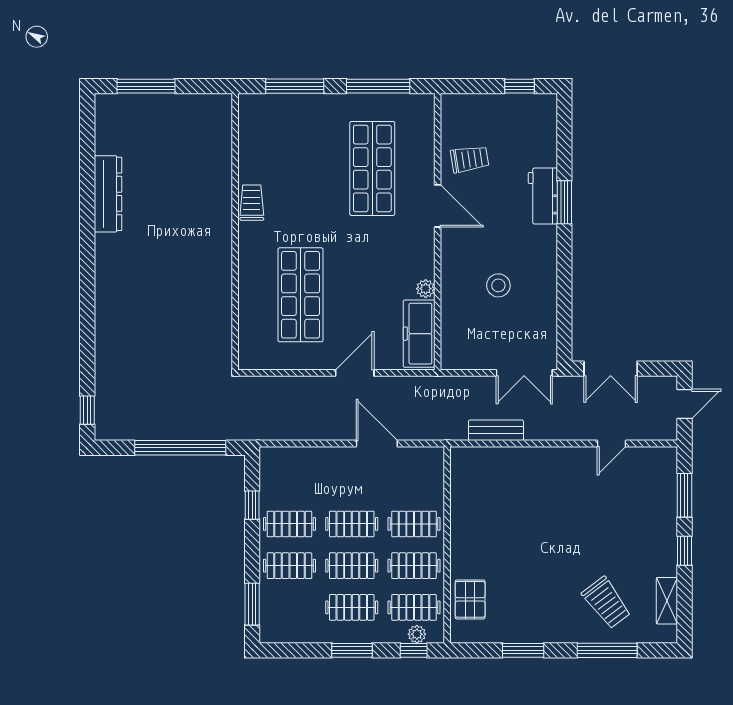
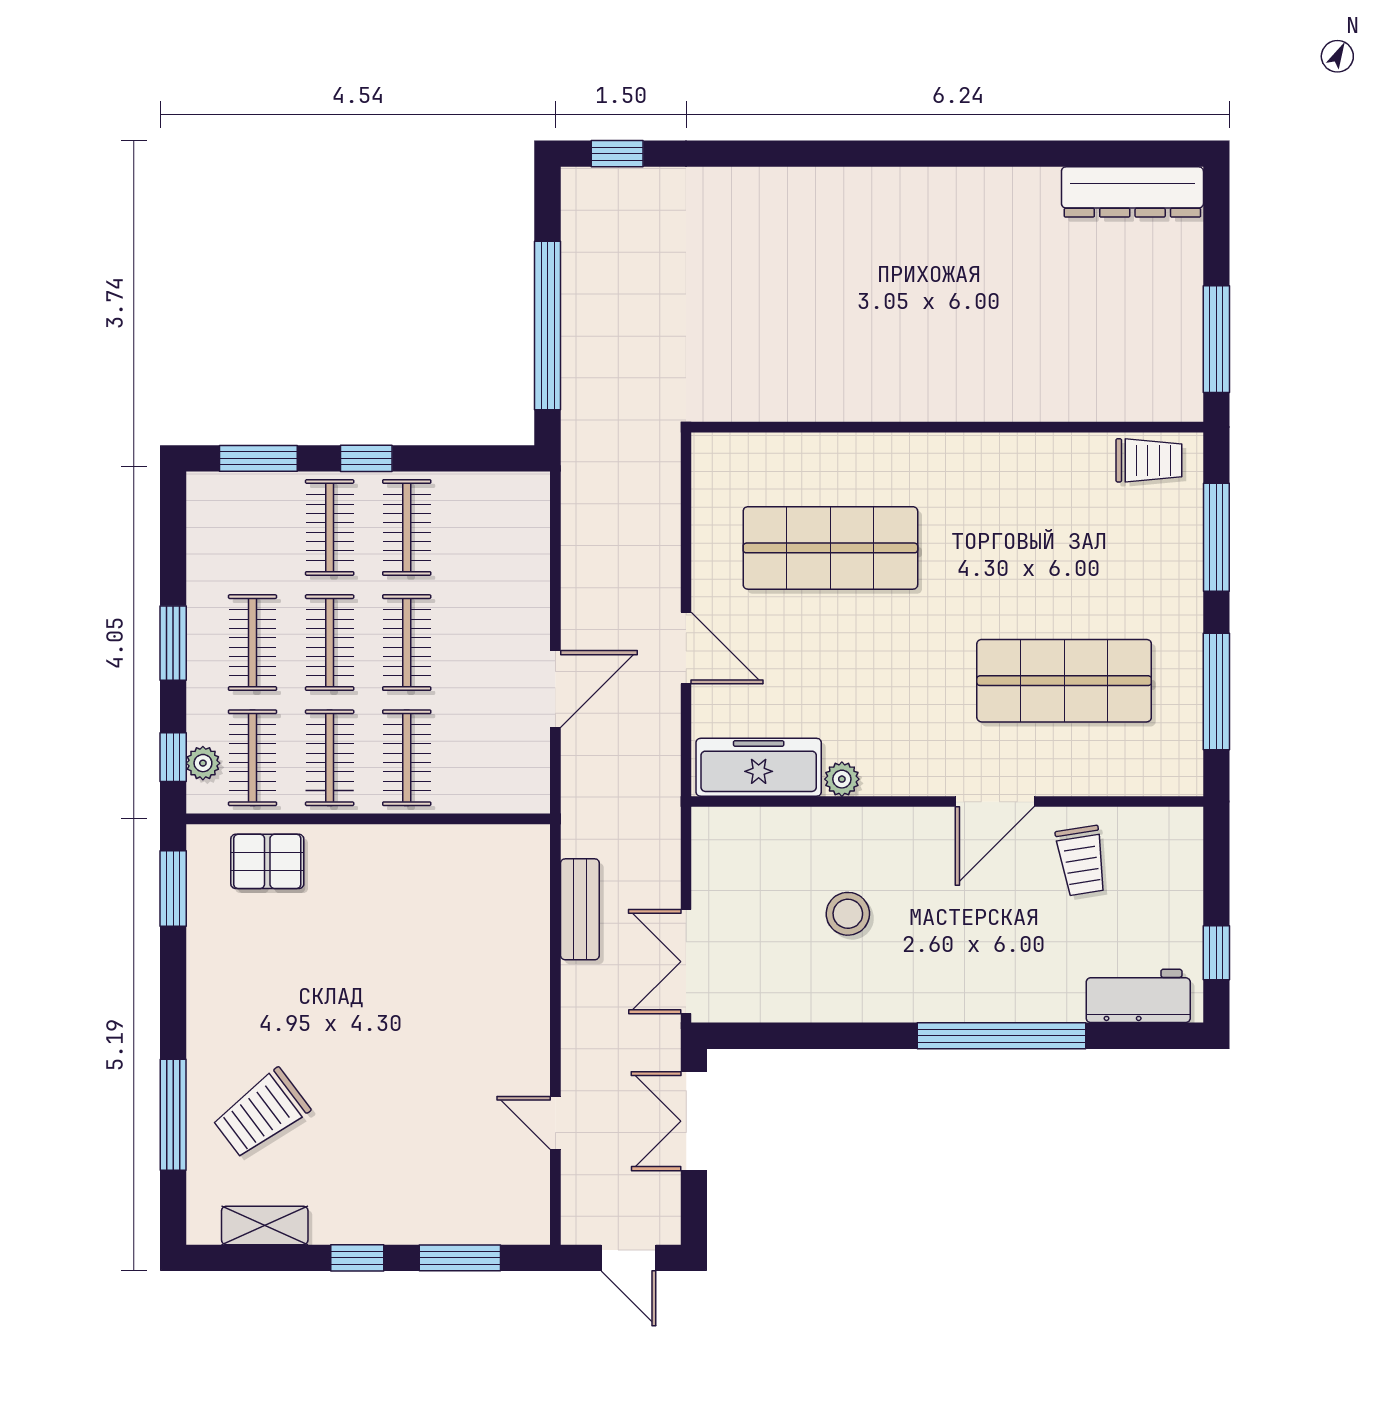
window: (146, 86) -> (1216, 339), moved
dresser: (108, 194) -> (1132, 192), moved
workbench: (543, 196) -> (1138, 996), moved
window: (564, 202) -> (1002, 1036), width x2.11
trolley: (252, 203) -> (1149, 460), moved
window: (252, 505) -> (366, 458), moved
window: (523, 650) -> (173, 889), moved

